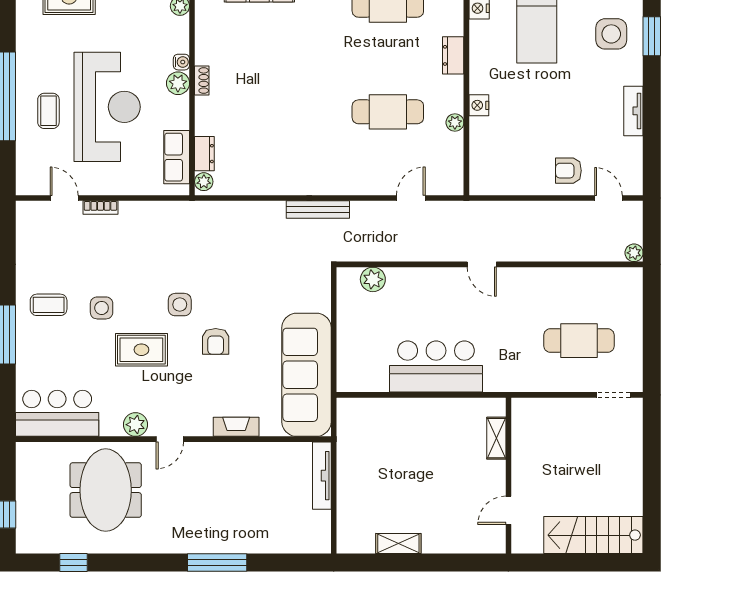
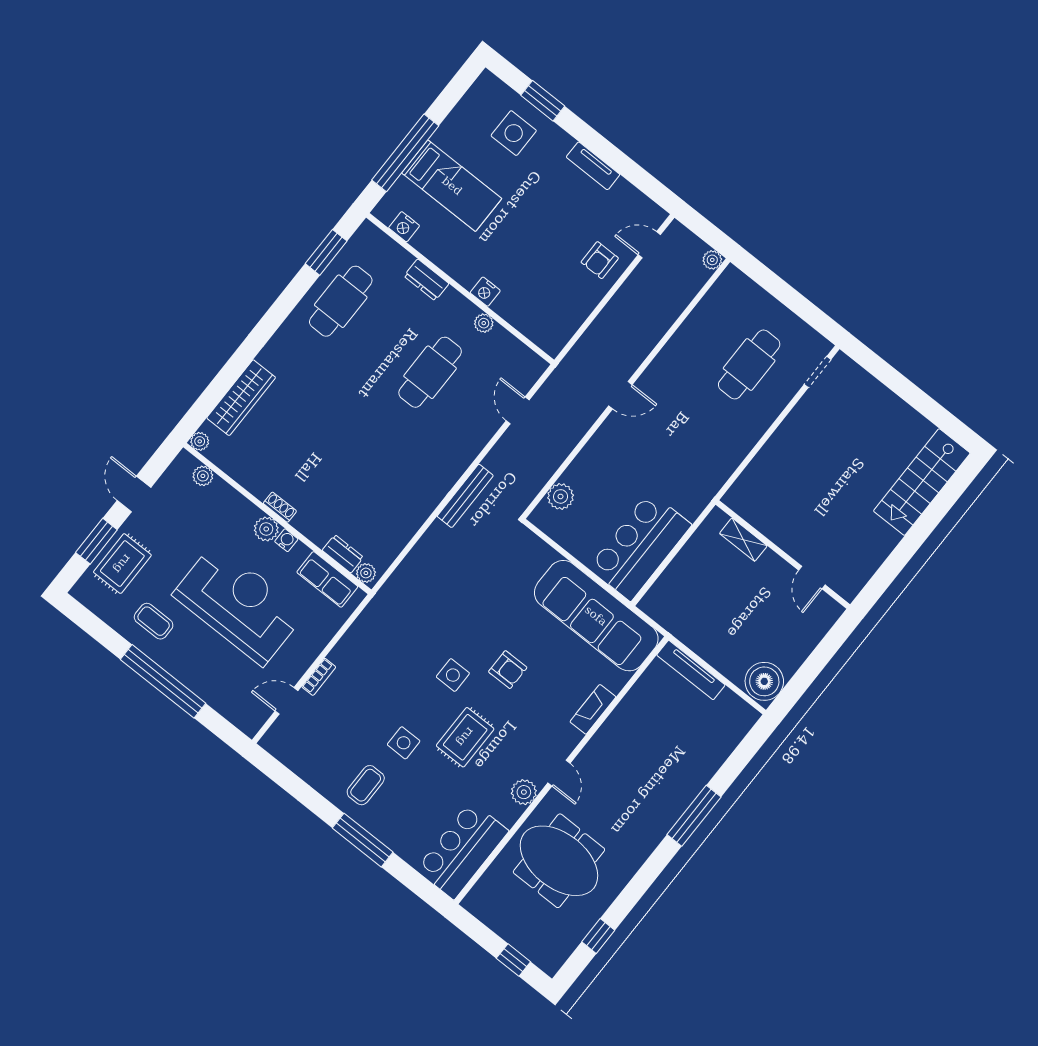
water cooler: (181, 62) -> (286, 540), moved
coffee table: (48, 111) -> (154, 621), moved
bar counter: (436, 367) -> (640, 546), moved
shelving: (496, 438) -> (743, 540), moved
wall: (508, 476) -> (783, 554), moved
door: (508, 510) -> (812, 577), moved
boiler: (356, 536) -> (764, 681), added
shelving: (398, 544) -> (799, 651), removed

